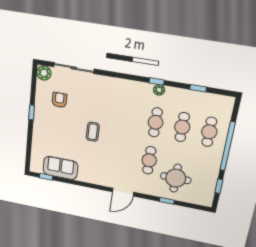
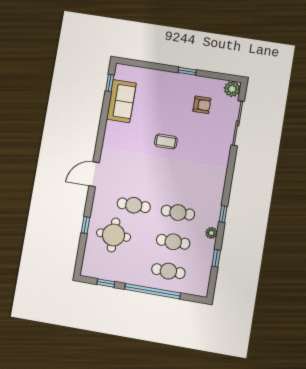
plant: (159, 90) -> (211, 233), moved
door: (123, 192) -> (94, 174), hinge flipped

